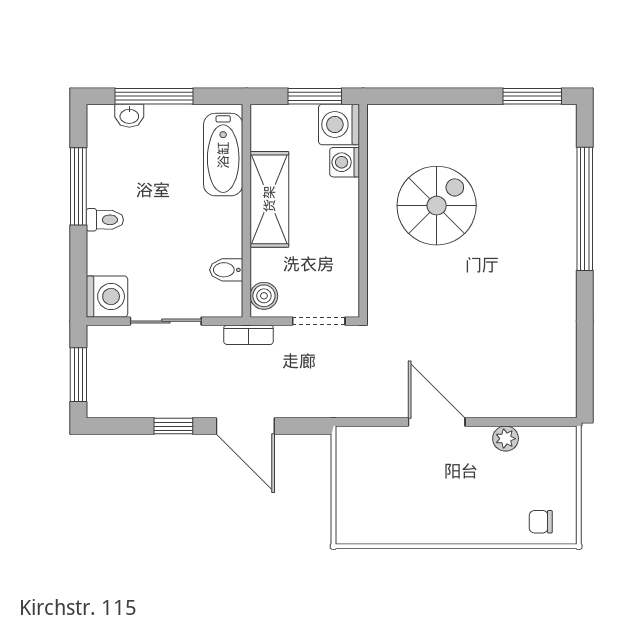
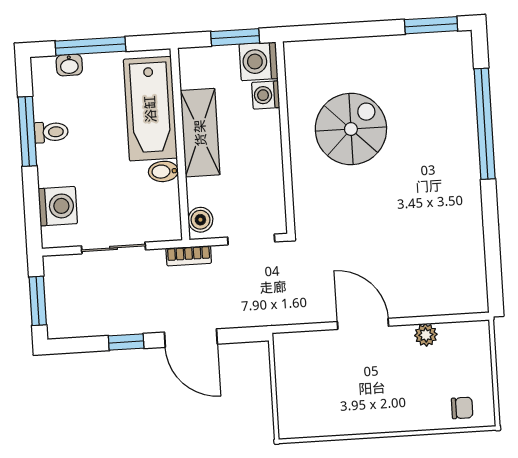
bathtub: (223, 155) -> (150, 109), width x1.36, depth x1.36
toilet: (105, 220) -> (51, 132), moved
bidet: (226, 270) -> (163, 171), moved
washing machine: (107, 297) -> (58, 206), moved
chair: (541, 522) -> (462, 408), turned 180

